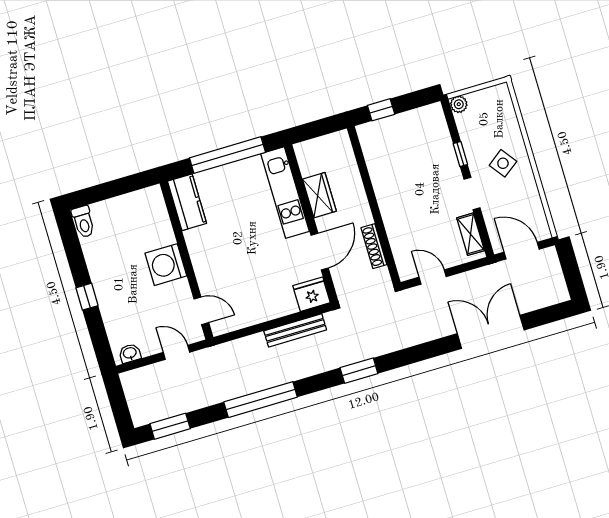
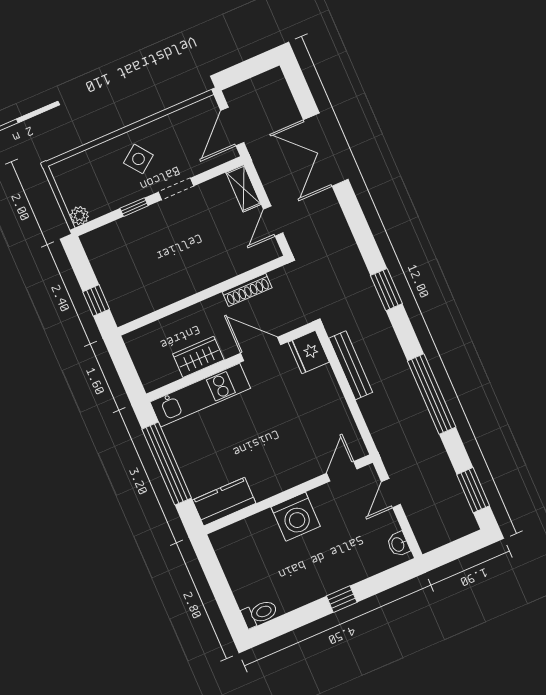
shelving: (471, 234) -> (243, 188), moved, turned 90

